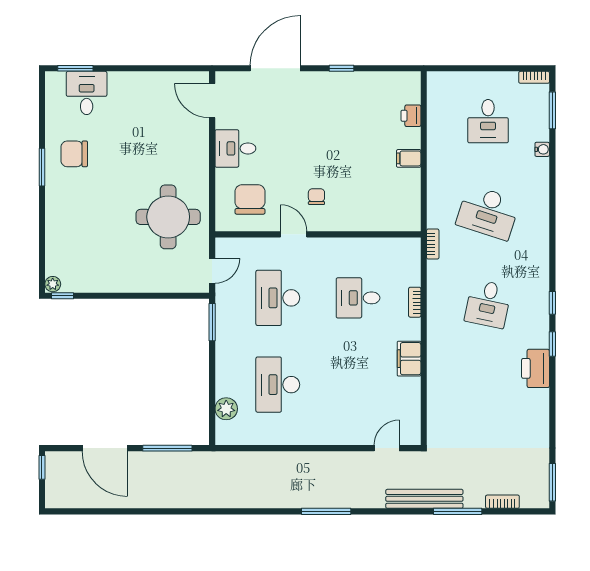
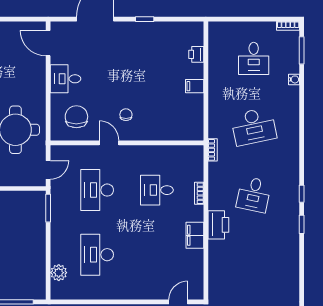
desk: (488, 212) -> (254, 126), turned -30
printer: (536, 368) -> (218, 225), moved, turned 180

